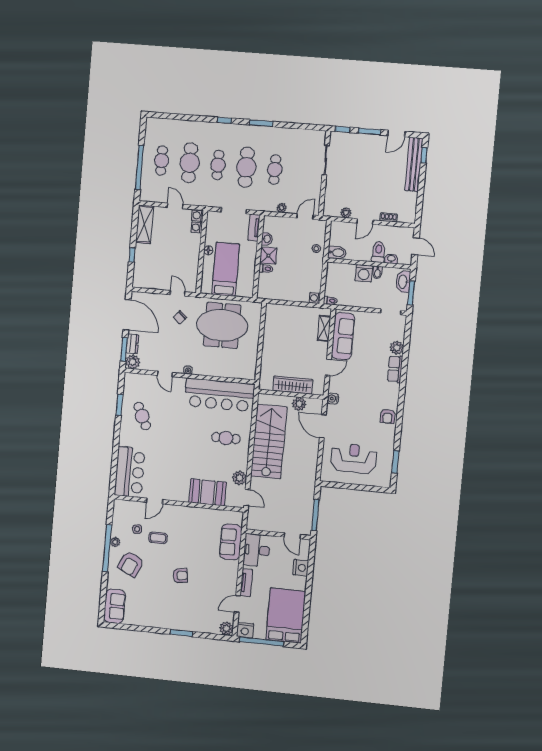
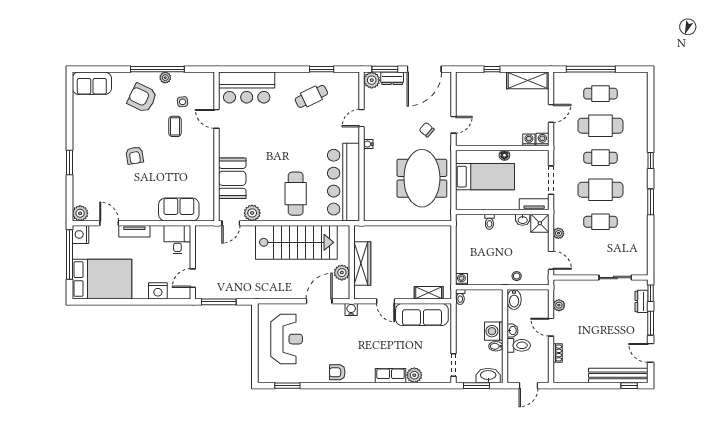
dresser: (349, 138) -> (642, 301), added
shower: (268, 256) -> (540, 223), moved
washbasin: (391, 259) -> (512, 331), moved
cafe table: (226, 438) -> (296, 194), width x1.37, depth x1.35
desk: (257, 550) -> (177, 240), width x0.73

